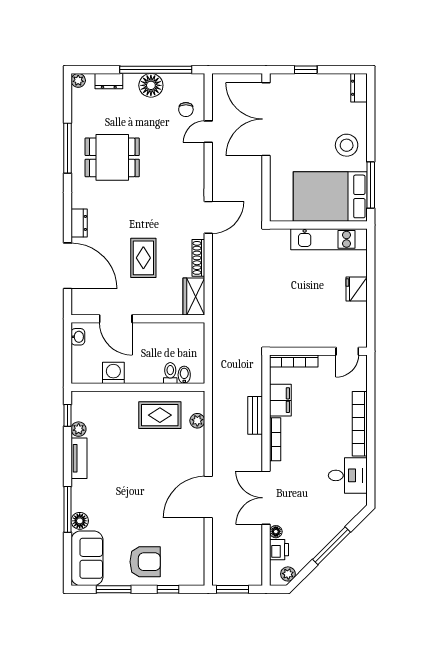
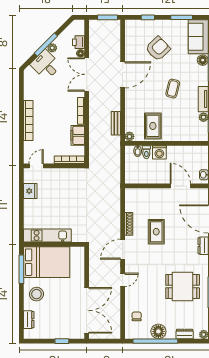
dresser: (359, 88) -> (29, 320), moved
door: (208, 132) -> (123, 280), moved
rug: (143, 258) -> (156, 232), moved
fridge: (357, 289) -> (30, 191), moved
wardrobe: (194, 296) -> (132, 200), removed
washing machine: (113, 373) -> (159, 152), moved
rug: (160, 415) -> (153, 126), turned 90
bench: (255, 415) -> (116, 123), moved
plant: (197, 421) -> (129, 136), moved
coffee table: (128, 475) -> (173, 89), added
desk: (348, 475) -> (46, 65), moved, turned 45
double door: (266, 498) -> (87, 74), swing flipped
armchair: (145, 562) -> (158, 49), moved, turned 136
plant: (288, 574) -> (52, 48), moved

